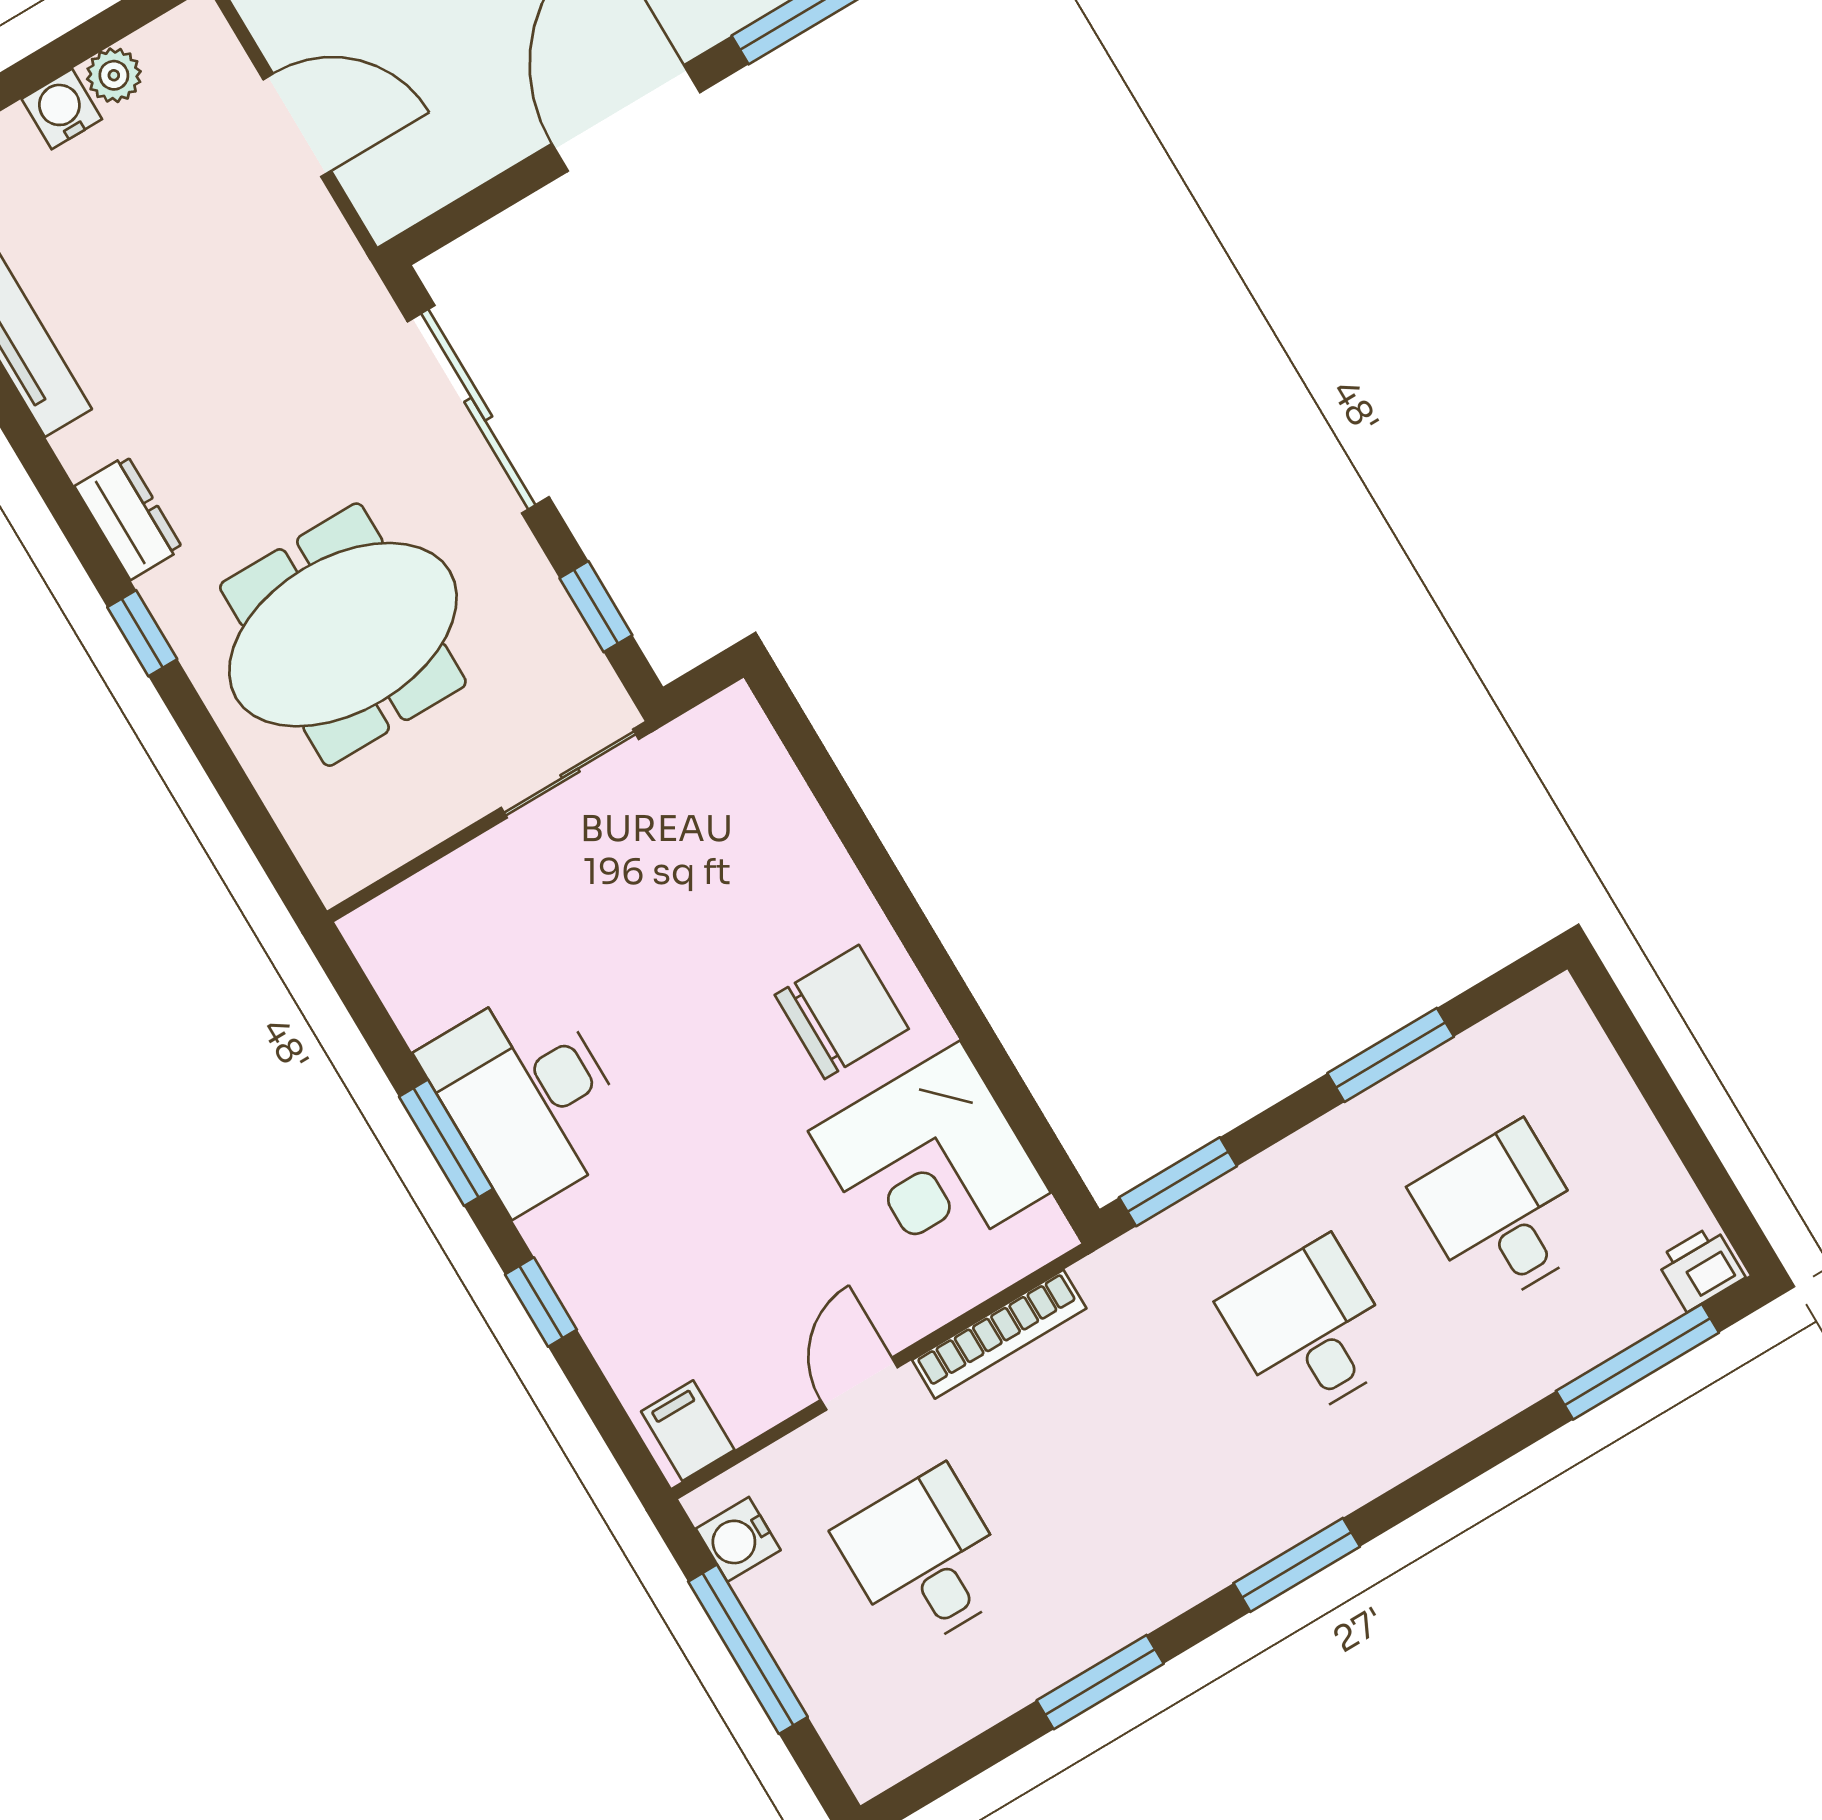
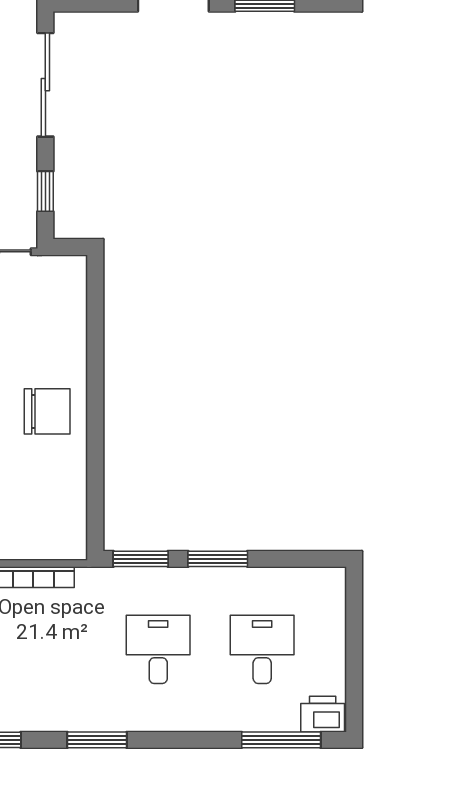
window: (1391, 1055) -> (218, 559), moved
corner desk: (929, 1162) -> (46, 492), removed
printer: (1700, 1268) -> (323, 714), width x1.36, depth x1.24

